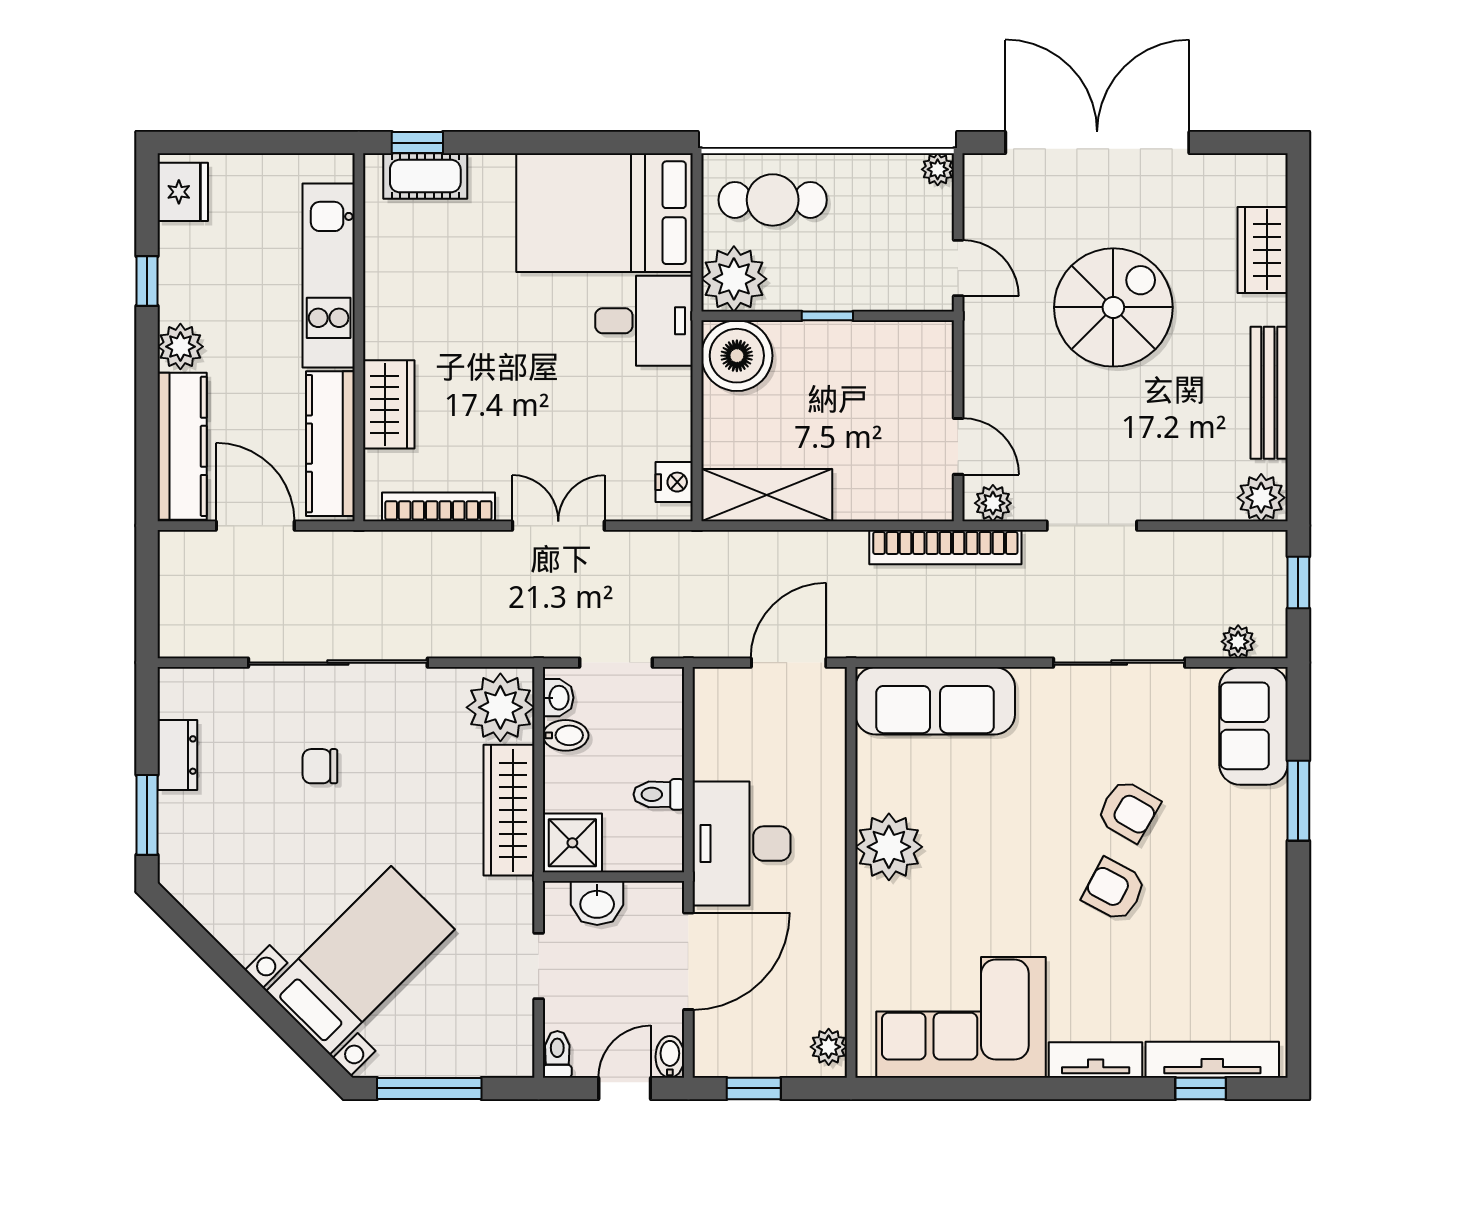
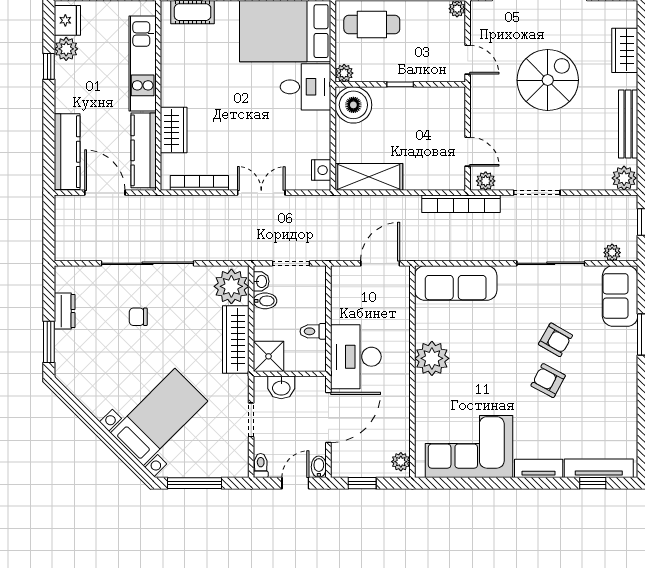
plant: (734, 279) -> (344, 73), width x0.53, depth x0.53
plant: (180, 347) -> (66, 49), moved

